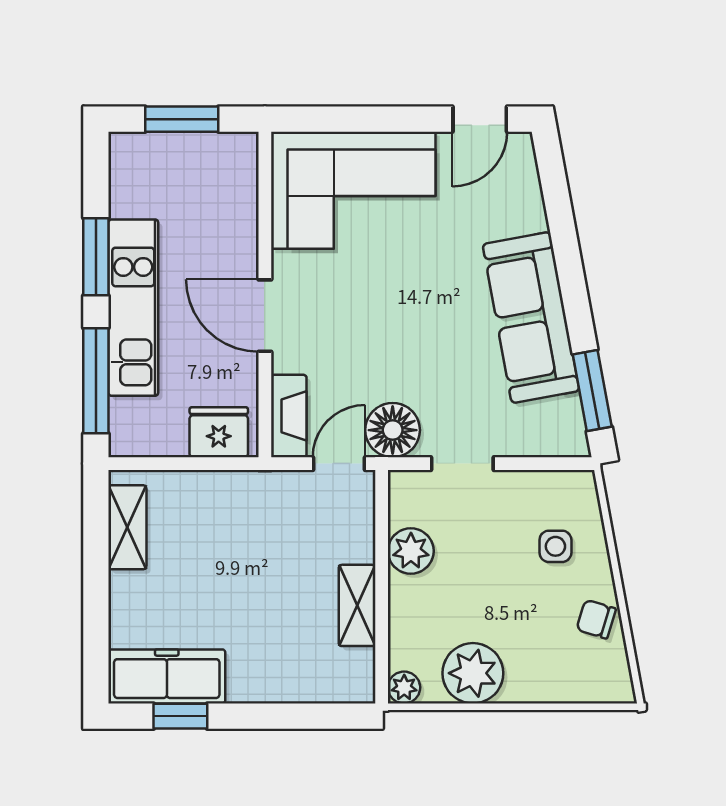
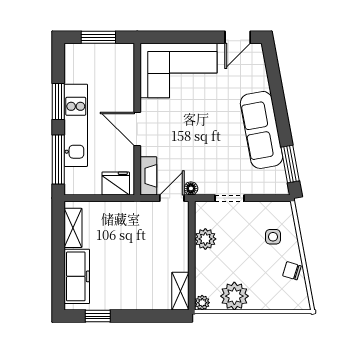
floor lamp: (393, 430) -> (191, 188), width x0.53, depth x0.53
shelving: (357, 605) -> (180, 291), moved
freezer: (167, 676) -> (77, 276), moved, turned 90

